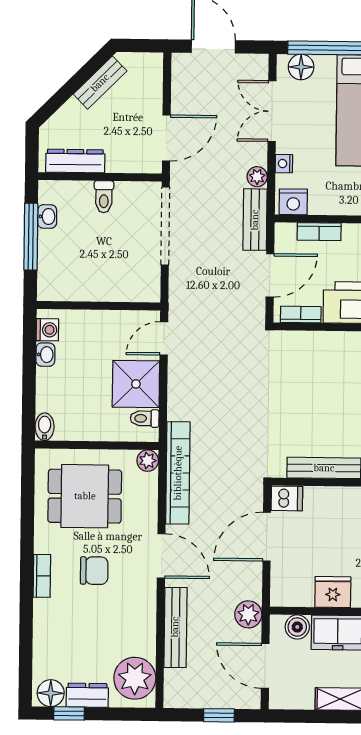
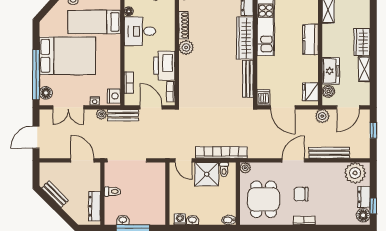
bookcase: (178, 473) -> (221, 153), moved
chair: (94, 571) -> (301, 194), turned -90
fridge: (333, 592) -> (310, 92), moved

